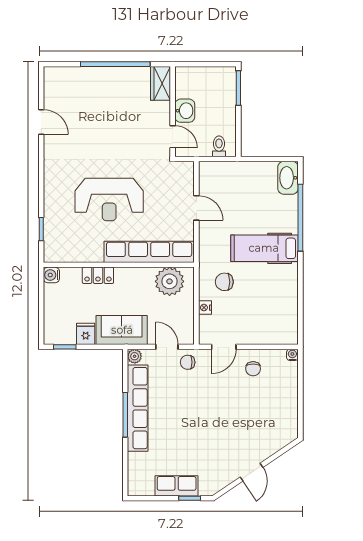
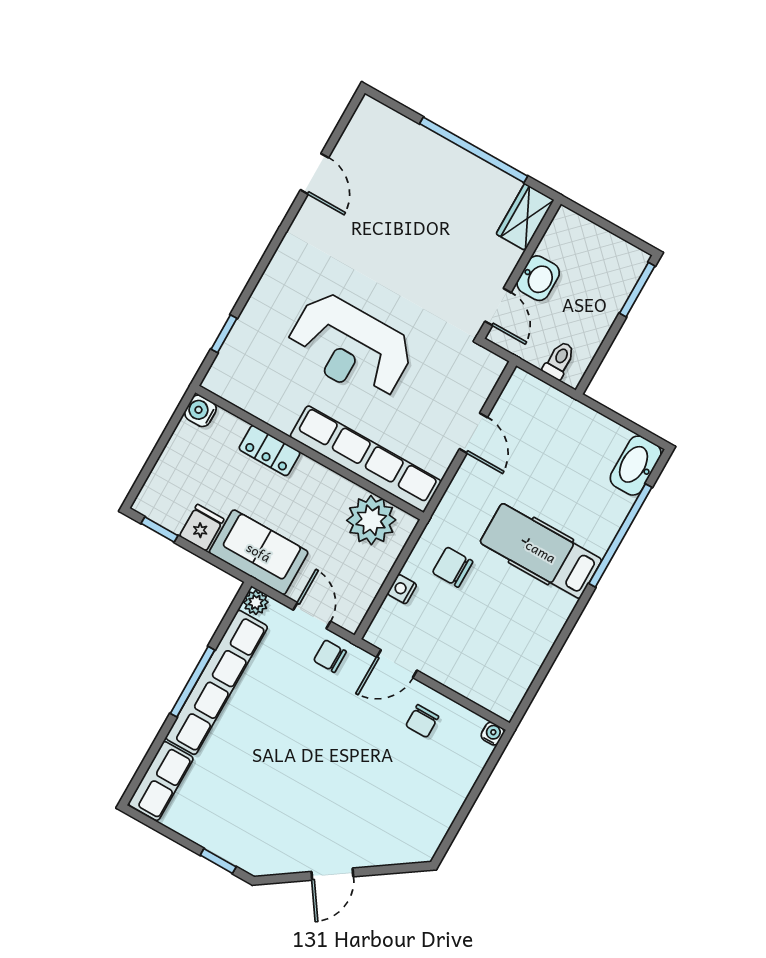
row of seats: (177, 486) -> (161, 781), moved, turned 90

